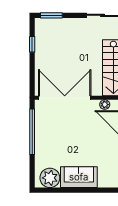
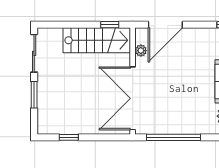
window: (51, 15) -> (34, 95), moved

